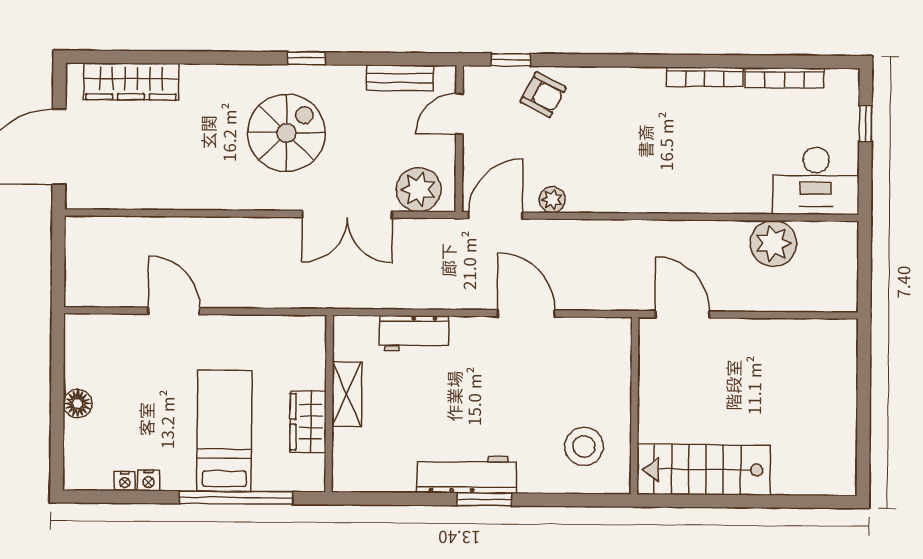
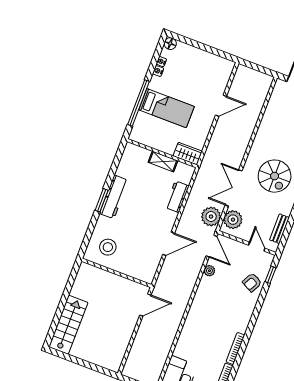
plant: (773, 244) -> (211, 217), moved
floor lamp: (78, 404) -> (170, 44), moved
wardrobe: (308, 422) -> (188, 154), moved
stairs: (704, 470) -> (68, 325), moved

